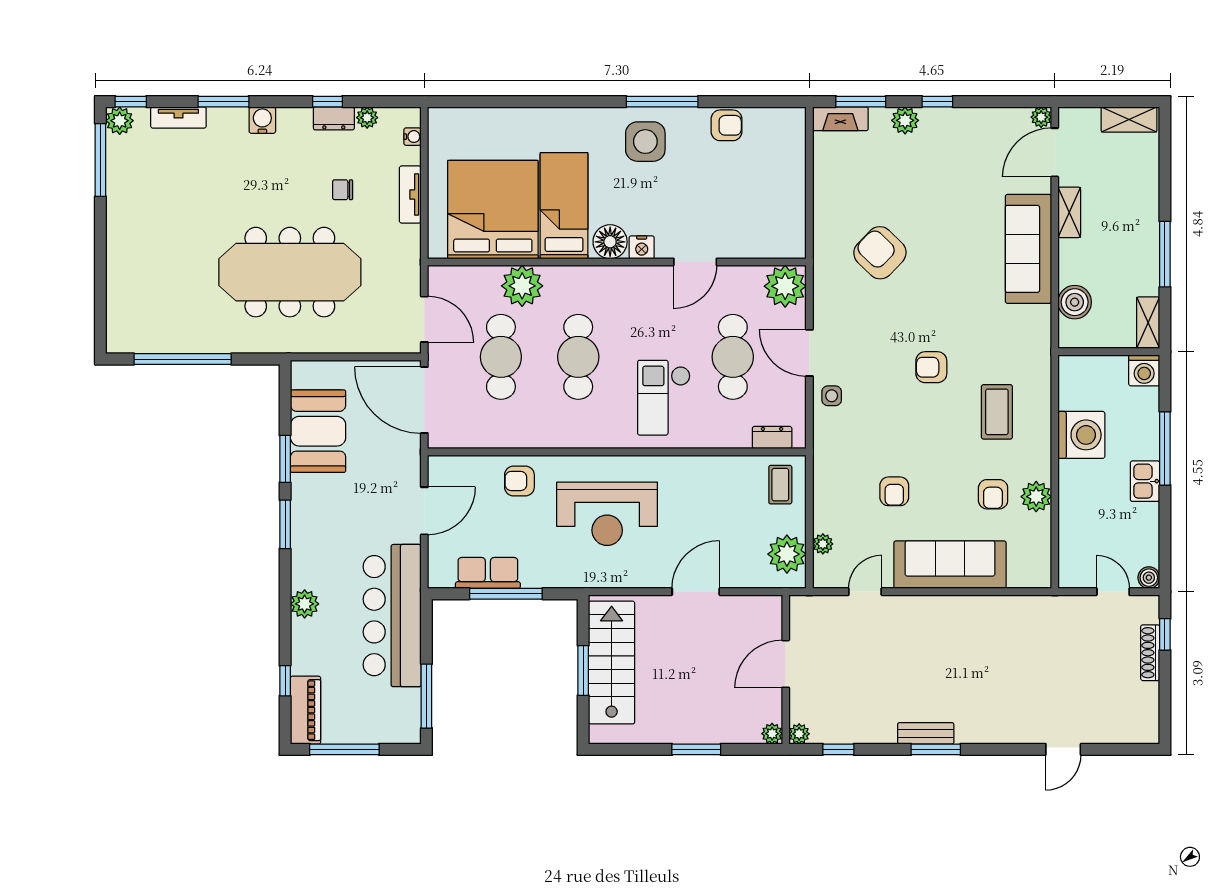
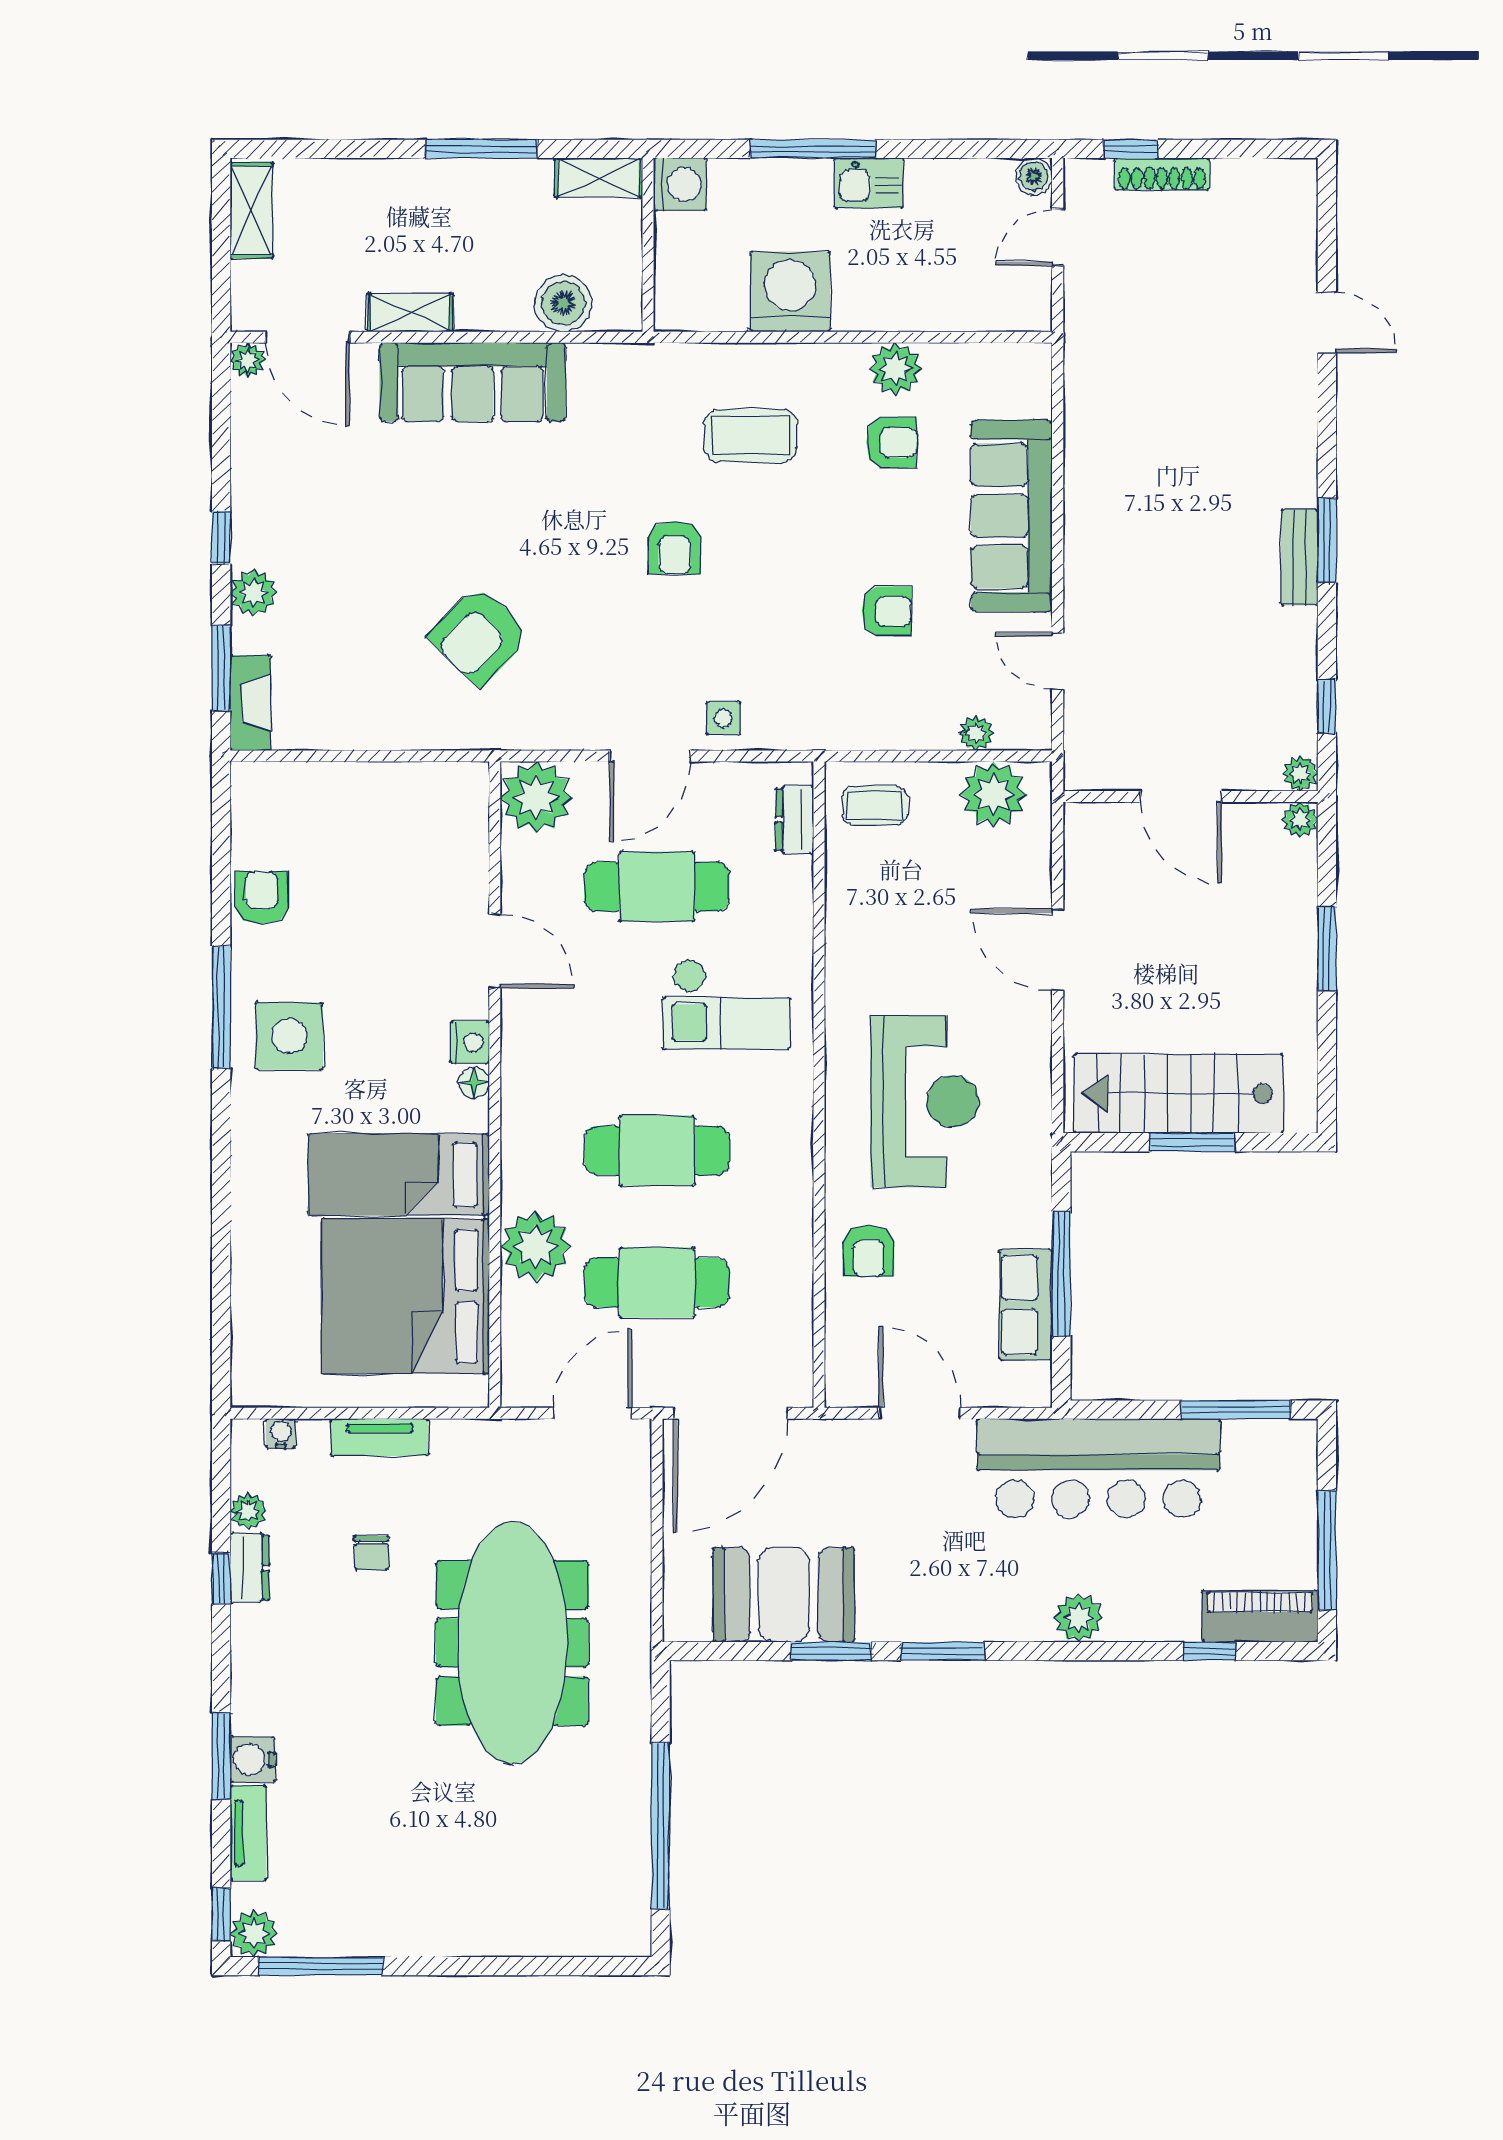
water cooler: (262, 120) -> (253, 1759), moved
floor lamp: (610, 242) -> (474, 1083), width x0.53, depth x0.53

